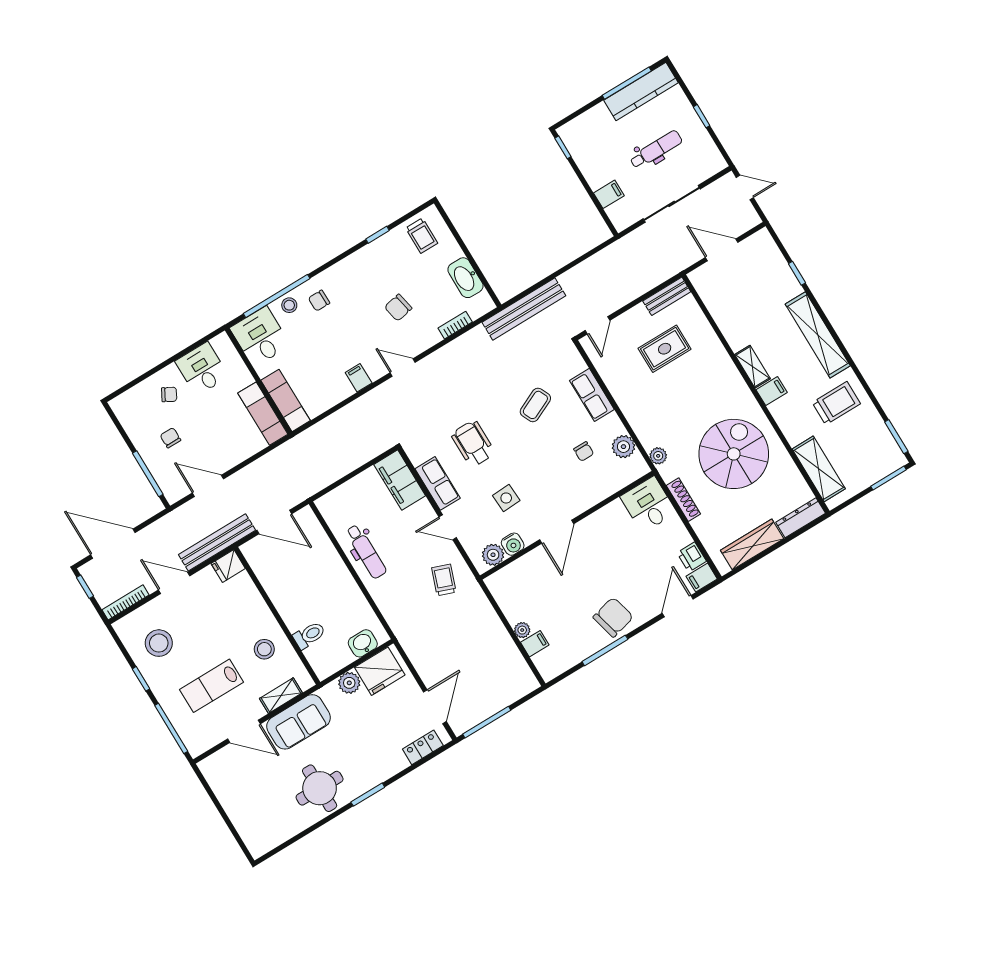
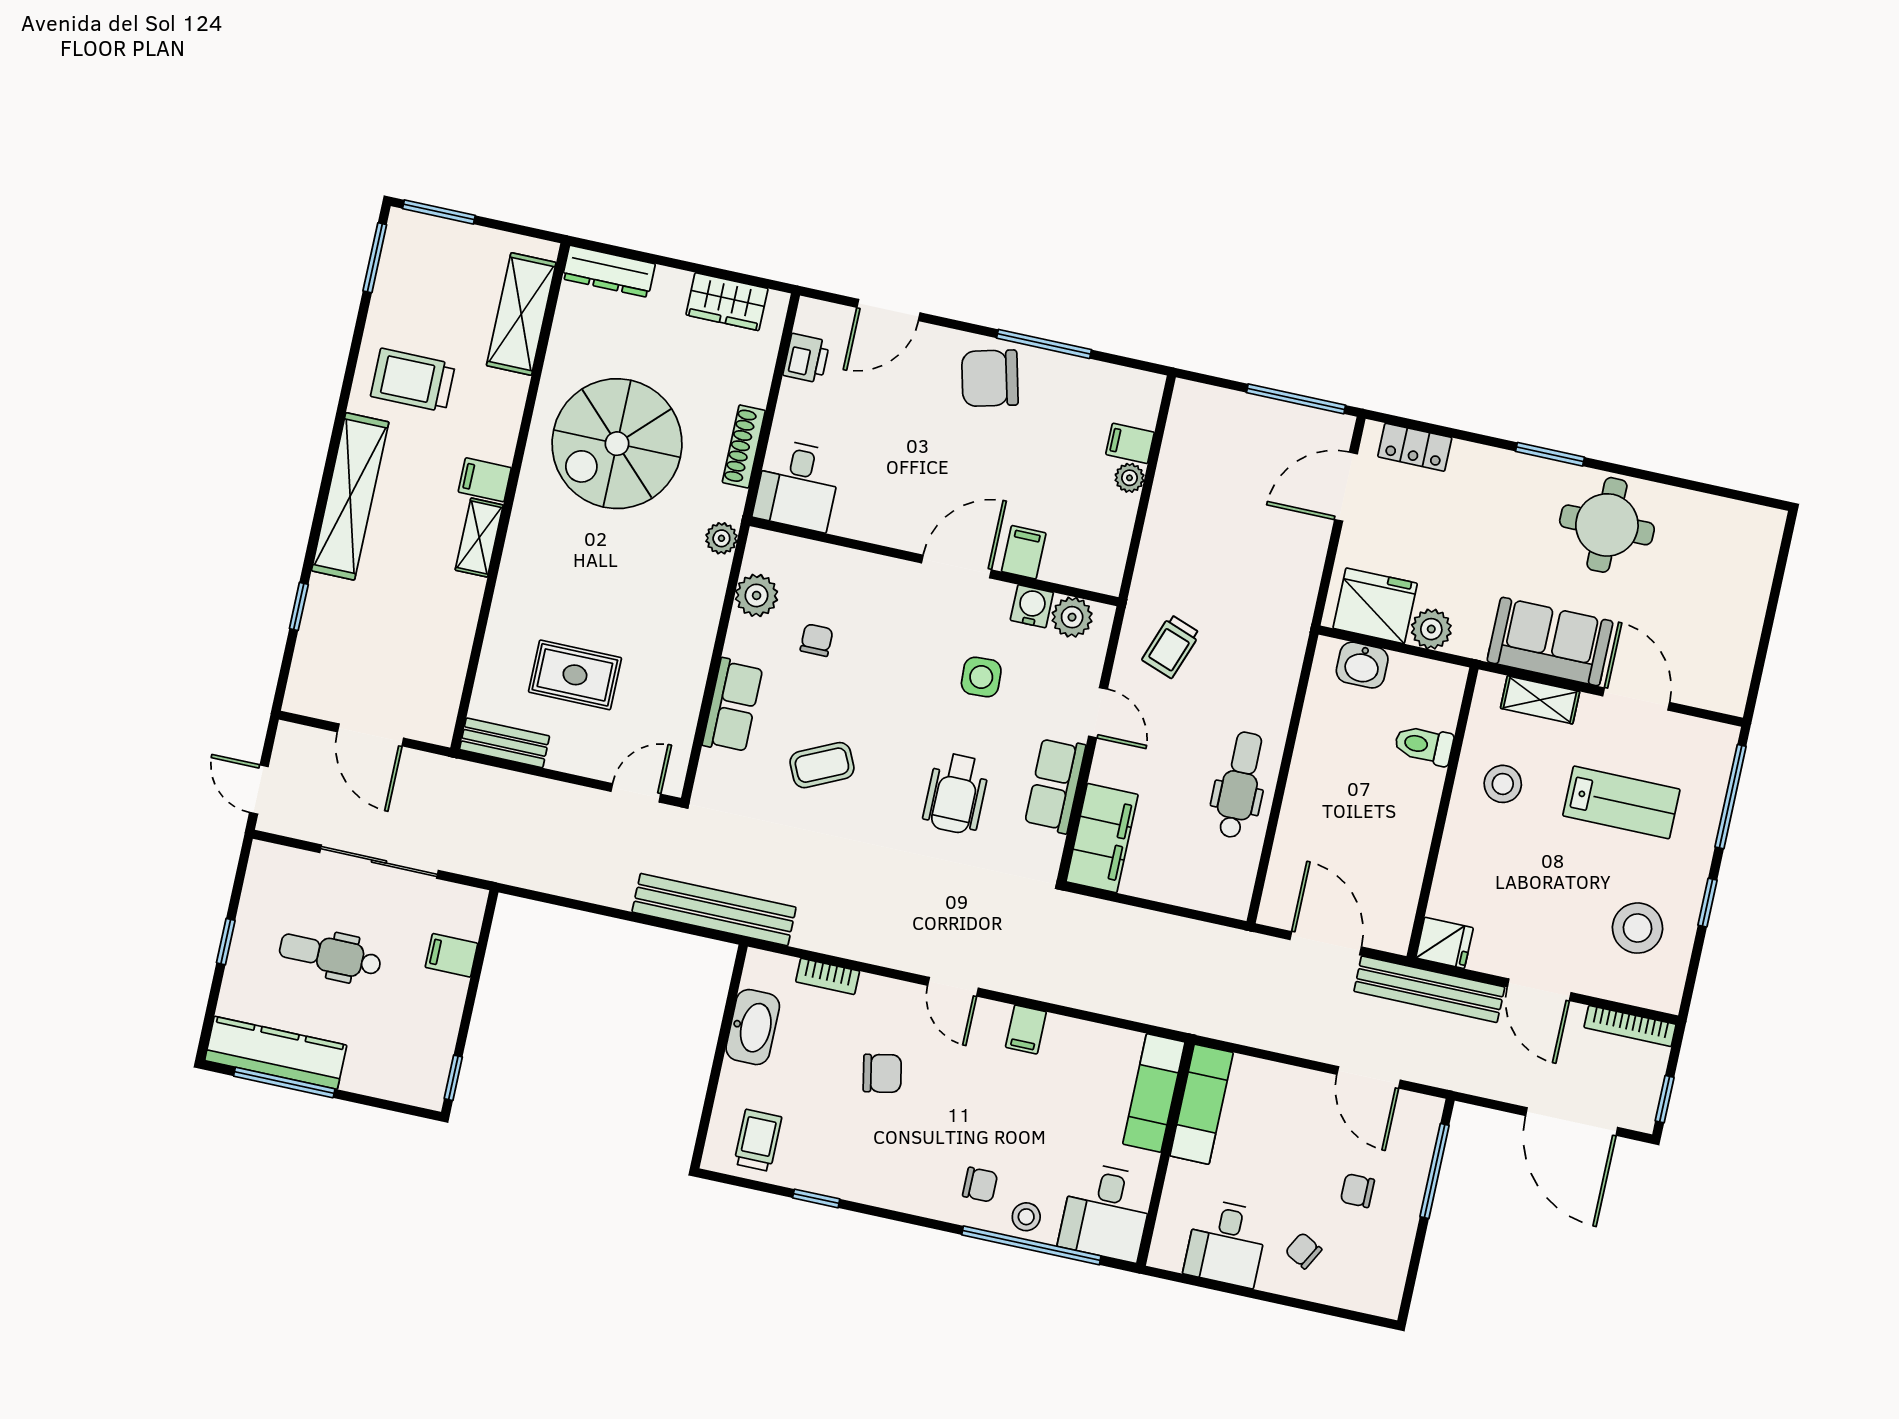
chair: (170, 438) -> (1357, 1191), turned 90
wardrobe: (752, 544) -> (727, 302), width x0.67
filing cabinet: (702, 578) -> (1024, 552), moved, turned -90

